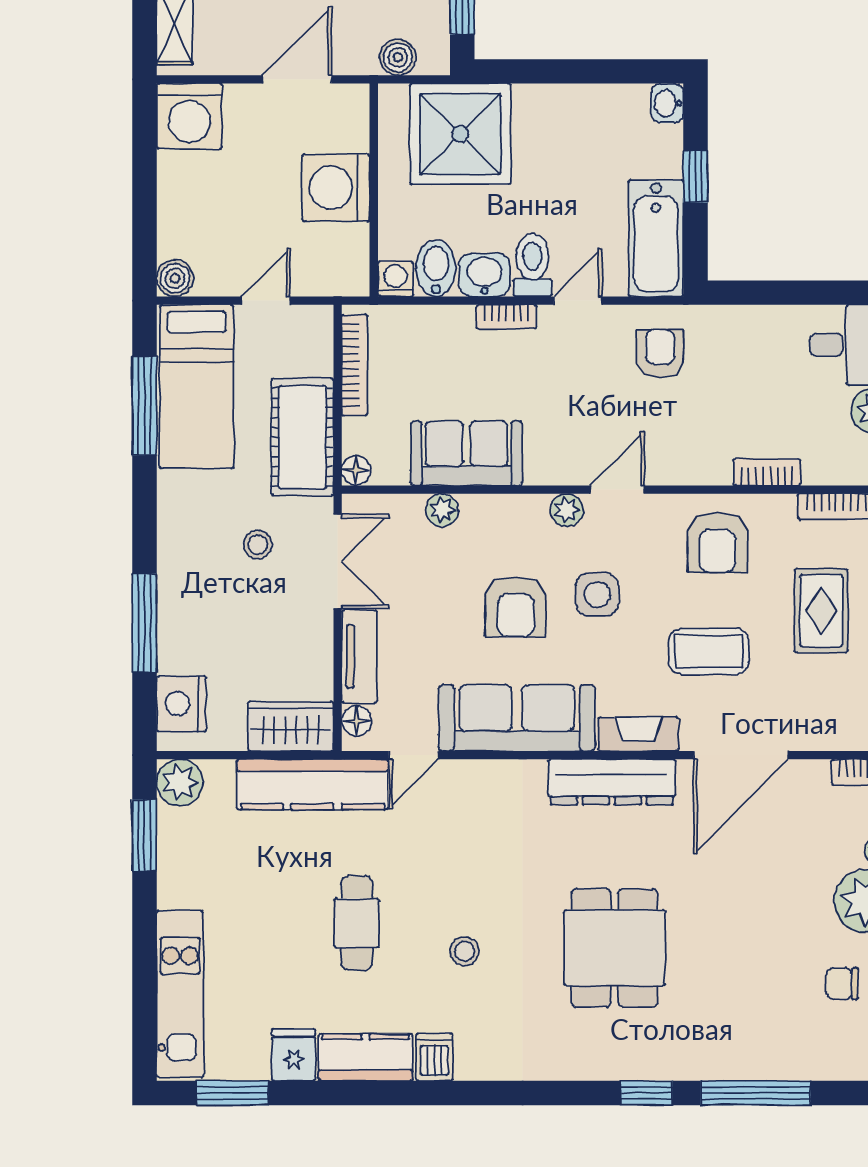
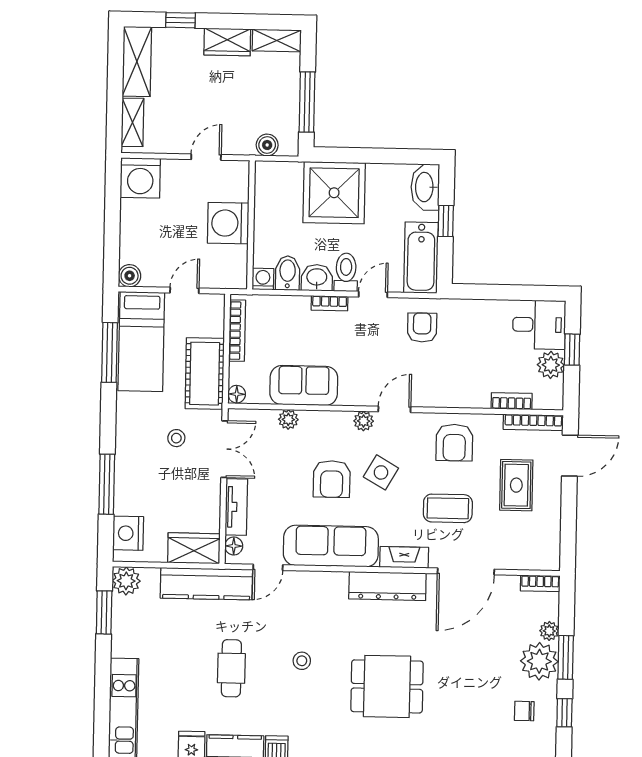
door: (297, 79) -> (206, 157), width x0.73
washbasin: (667, 103) -> (425, 187), width x1.91, depth x1.45
shower: (460, 134) -> (334, 193), moved
bookcase: (767, 472) -> (512, 401), moved
side table: (597, 595) -> (381, 472), turned 30
dining table: (615, 948) -> (387, 686), turned 90
stool: (465, 951) -> (302, 661), moved

